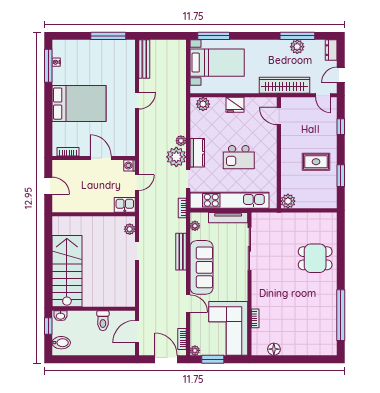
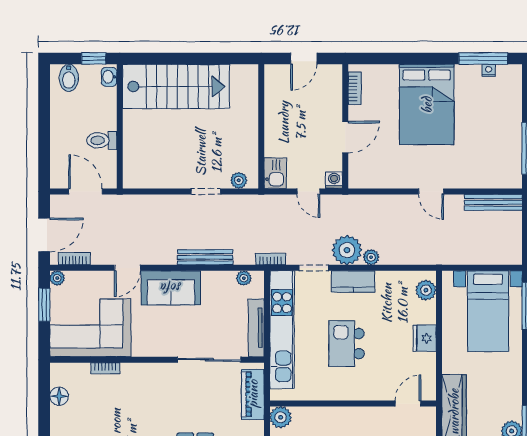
piano: (273, 220) -> (253, 394), added
sofa: (201, 267) -> (171, 288), width x0.73

